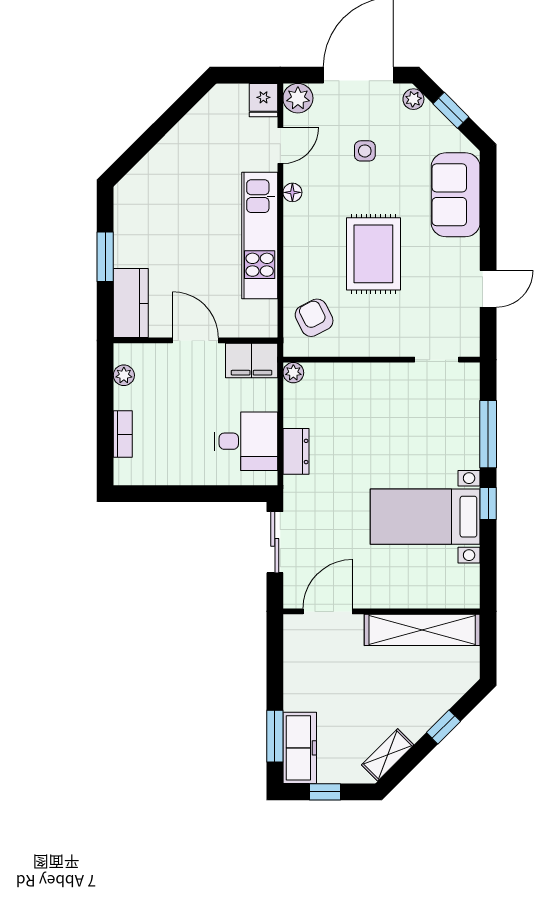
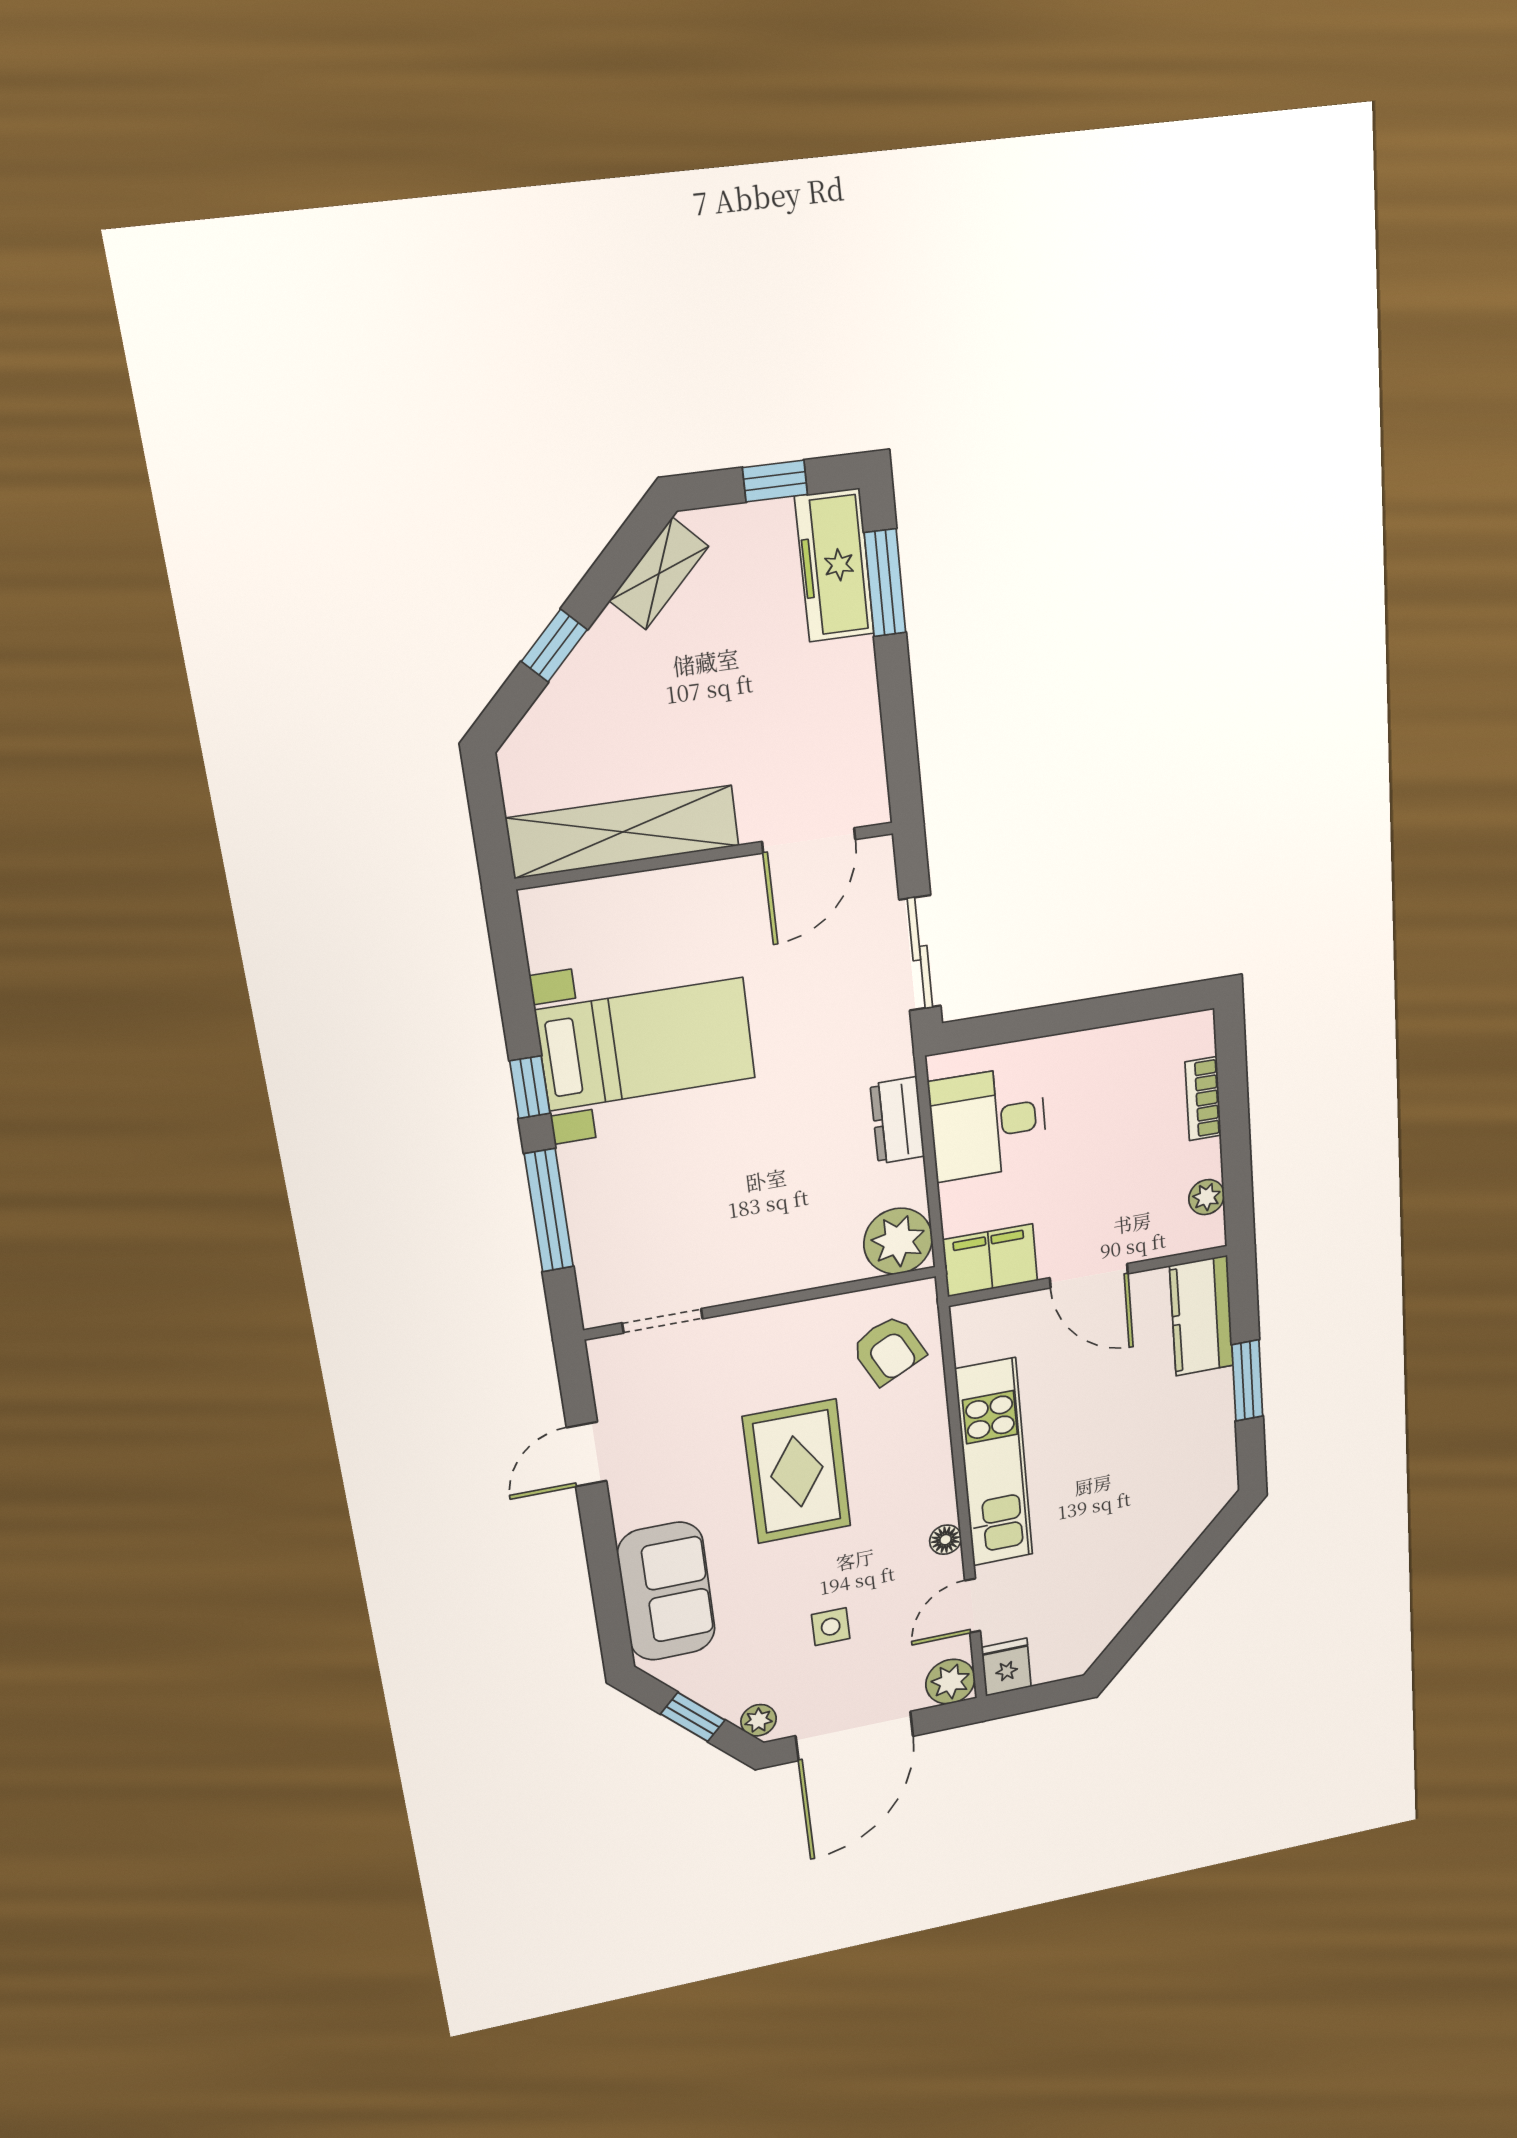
plant: (293, 373) -> (898, 1241), width x1.88, depth x1.88

